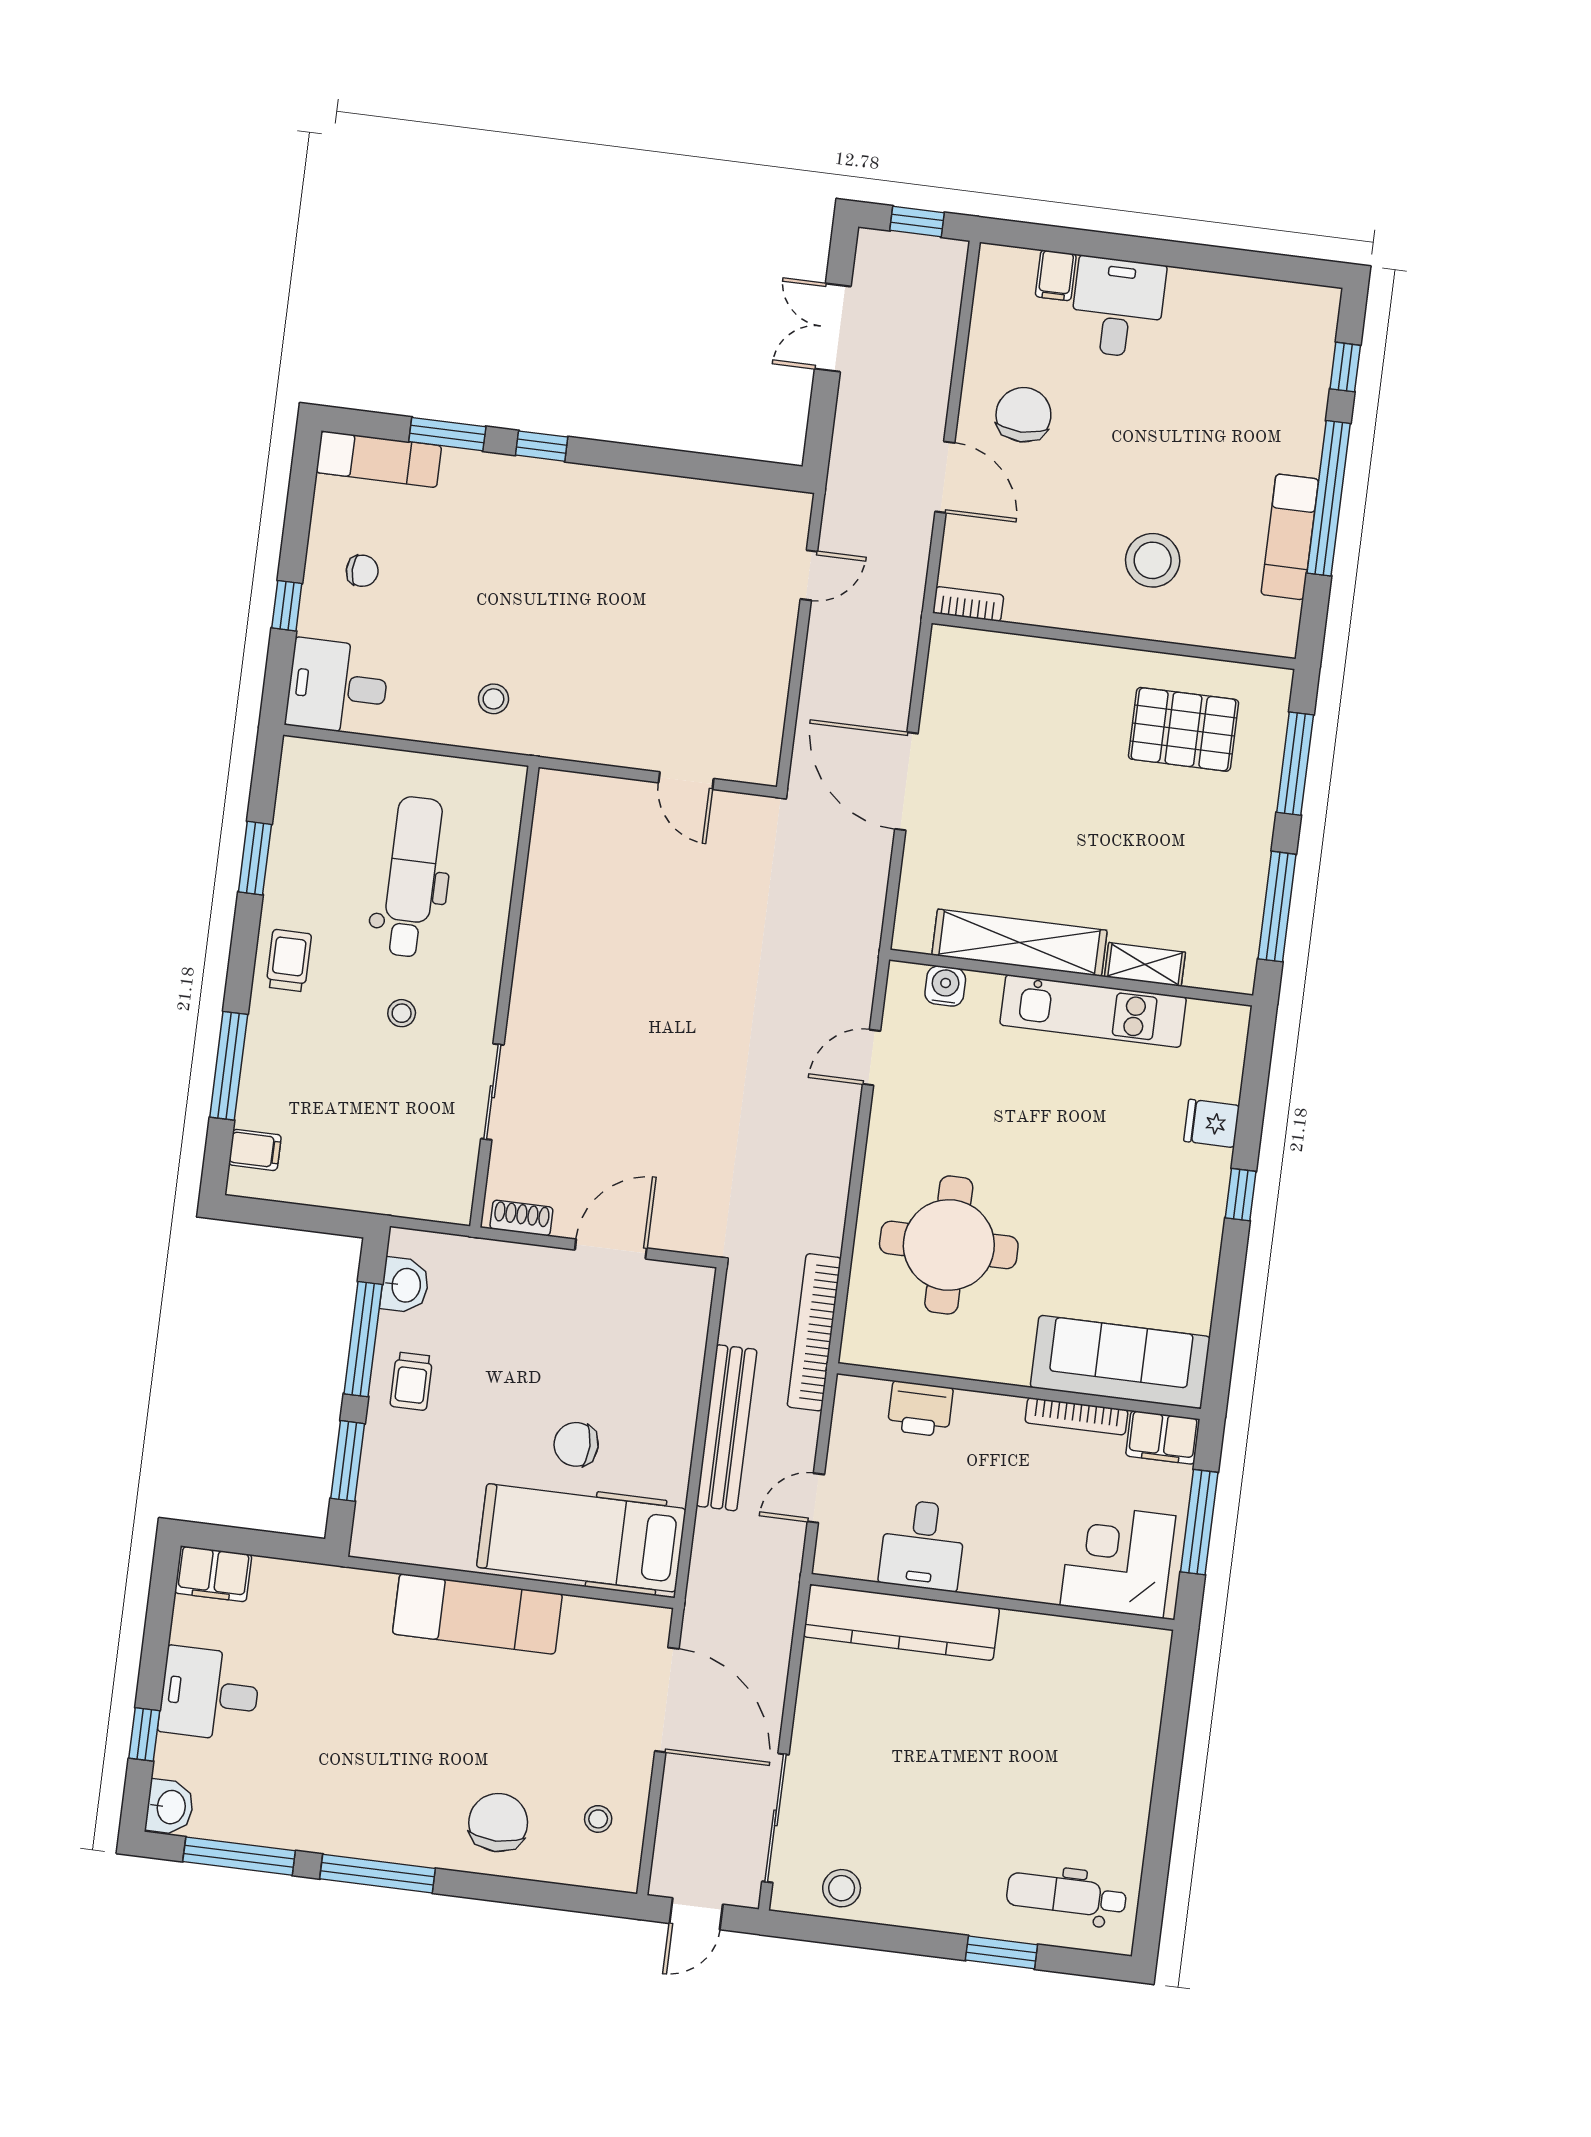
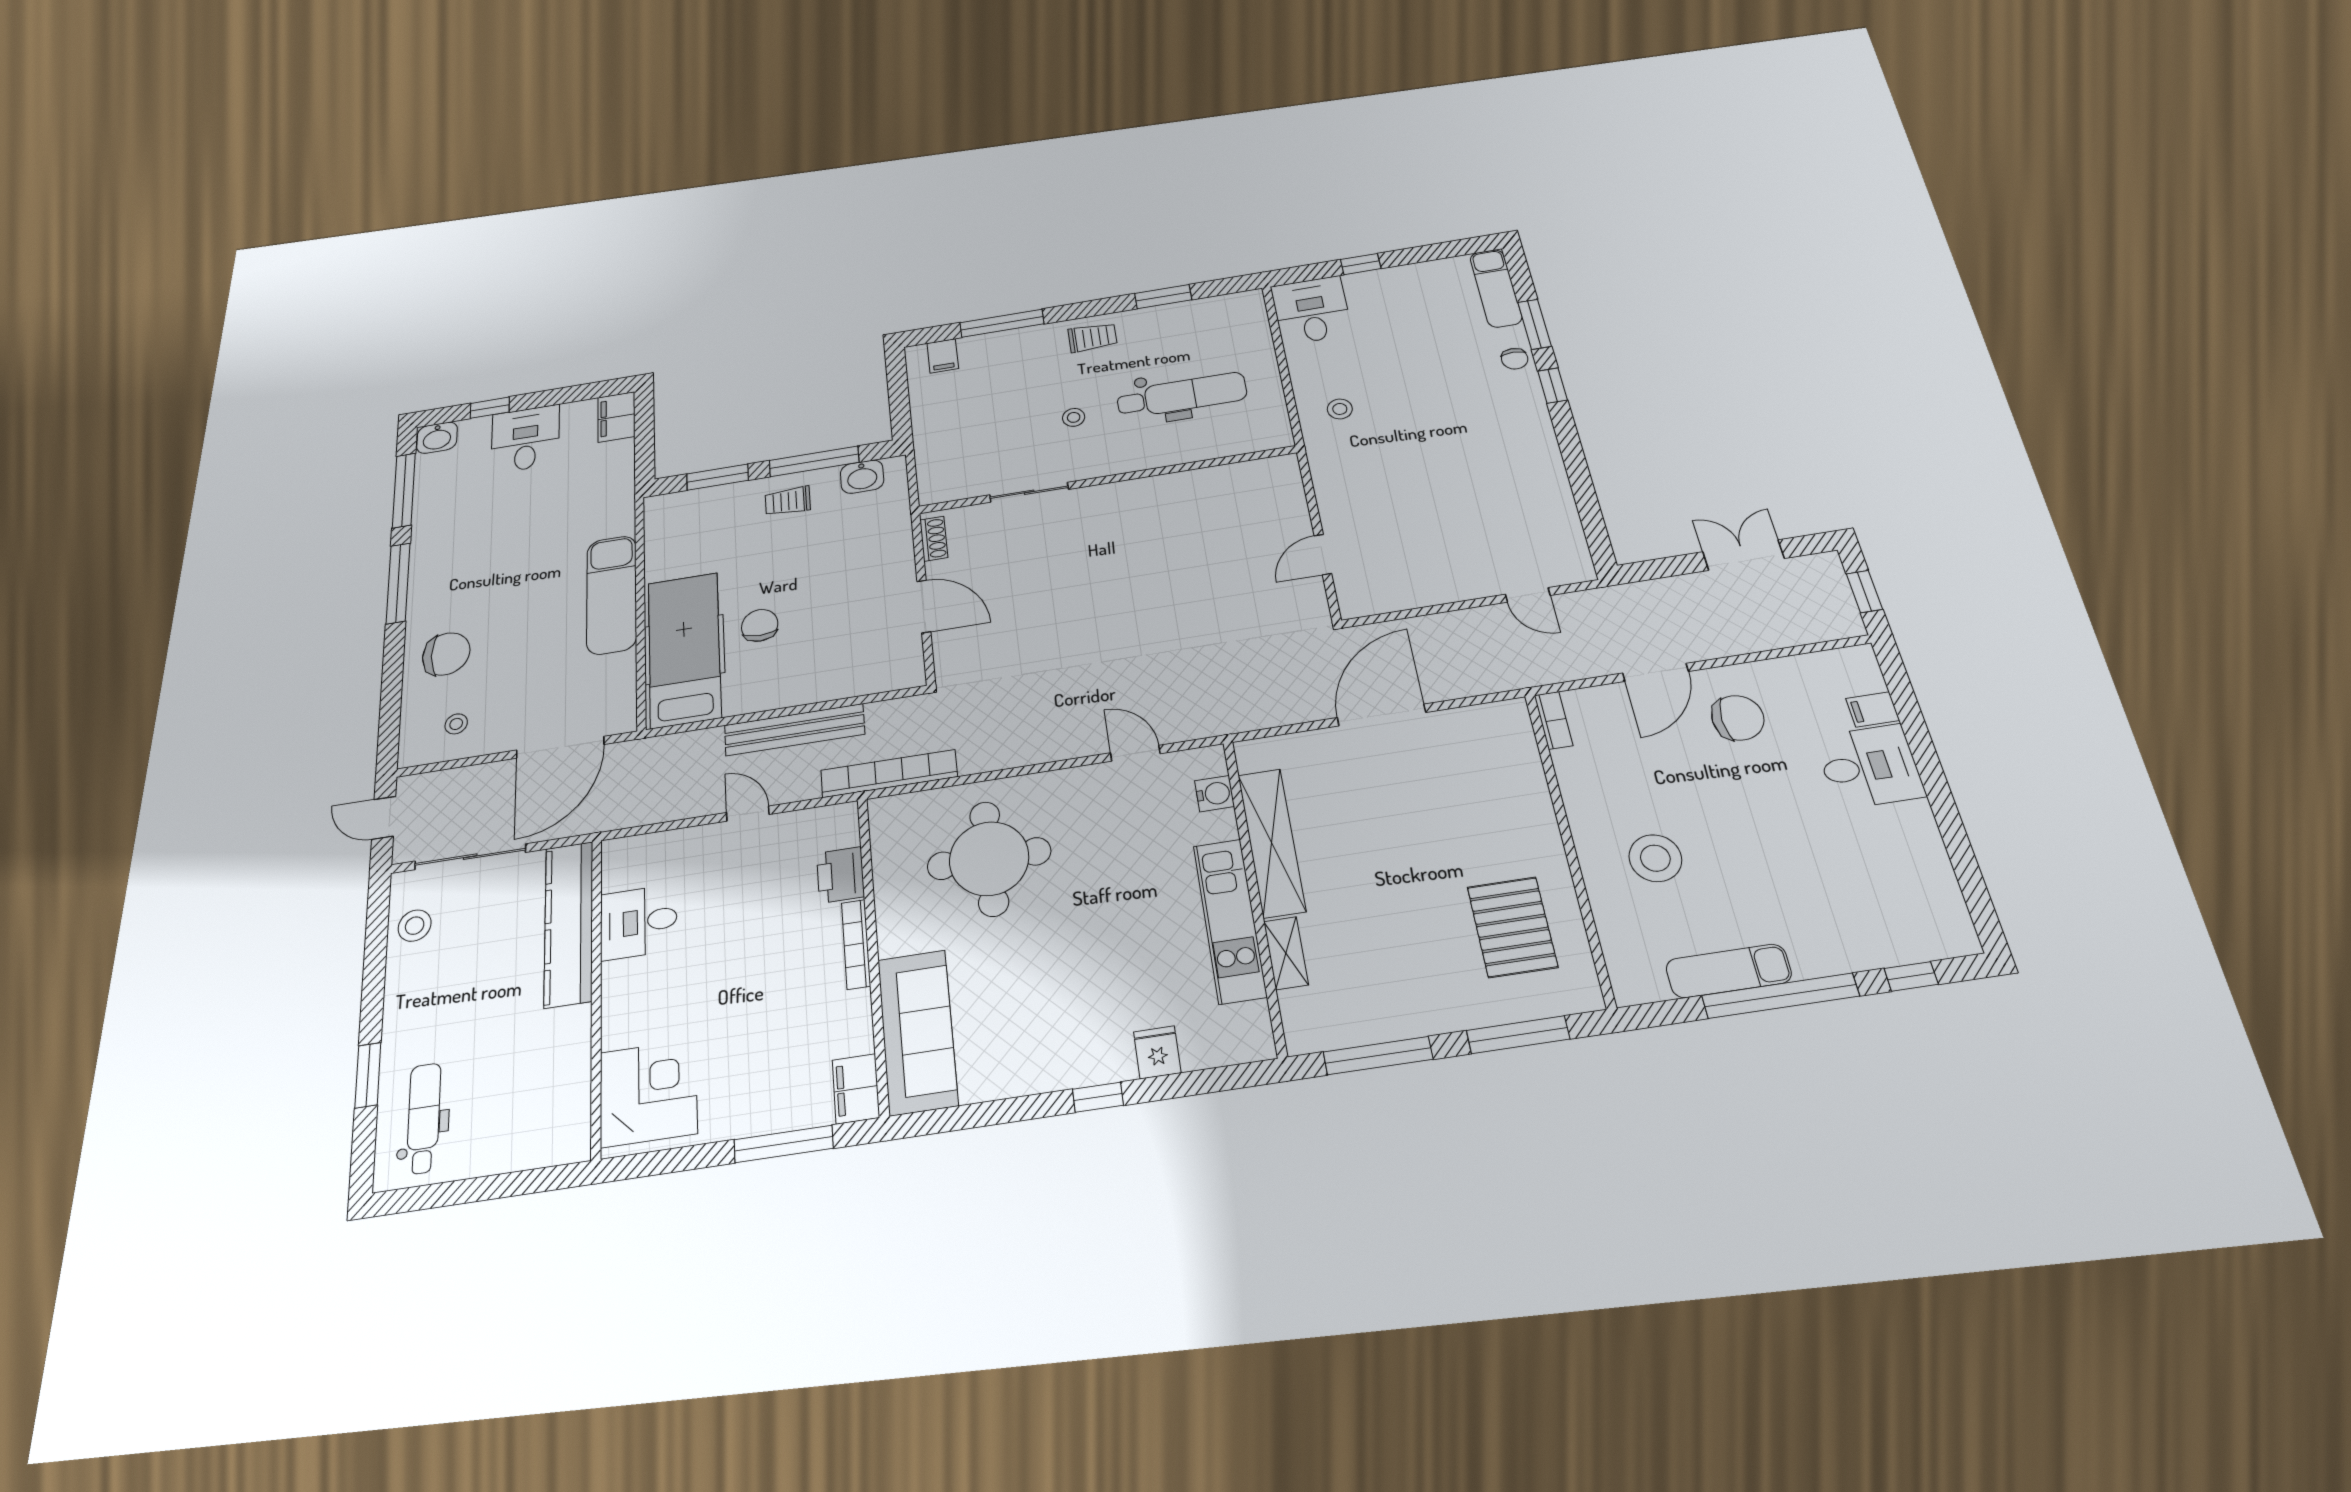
chair: (362, 571) -> (1515, 359), moved
bookcase: (1076, 1416) -> (856, 944), moved
desk: (923, 1545) -> (639, 922), moved
corner desk: (1118, 1561) -> (648, 1093), moved
wall: (992, 1602) -> (596, 994), moved
kitchen counter: (901, 1622) -> (569, 924), moved

